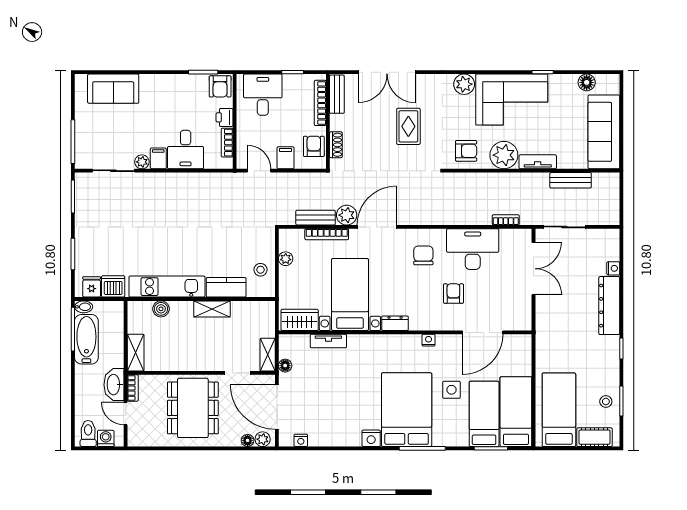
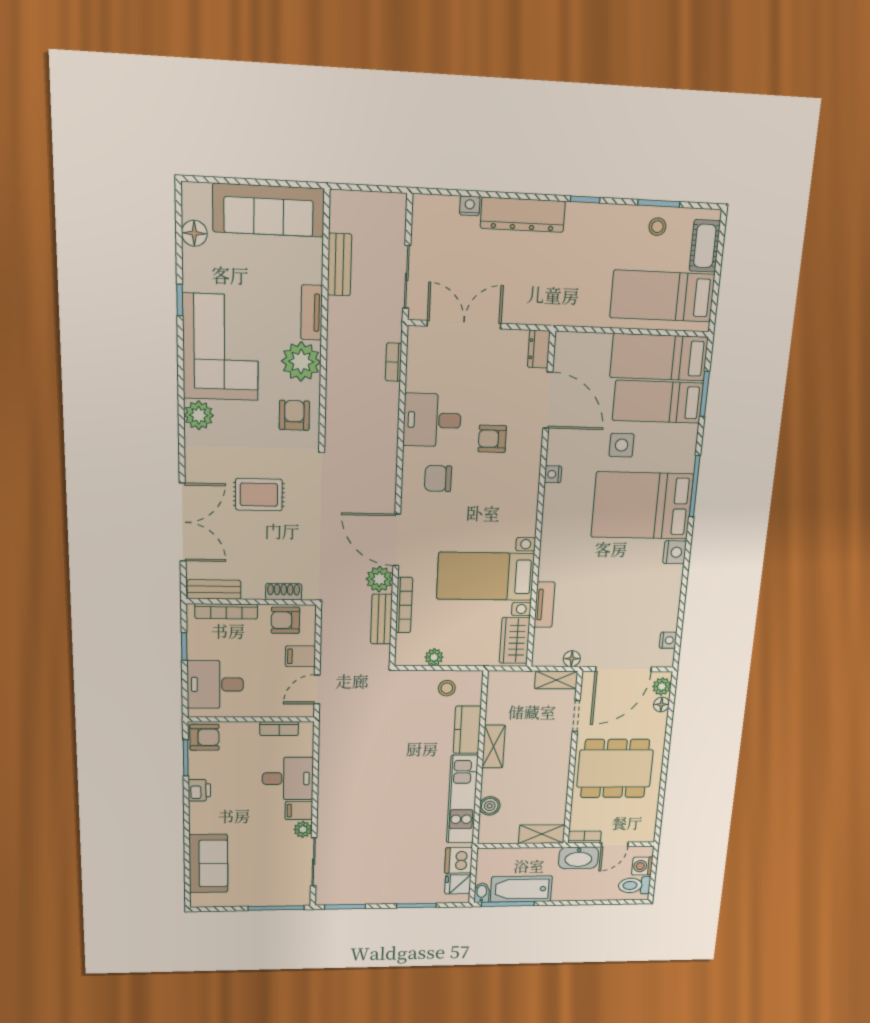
printer: (225, 117) -> (199, 790), moved, turned -90
desk: (473, 249) -> (432, 420), width x0.73
dresser: (395, 323) -> (539, 349), moved

